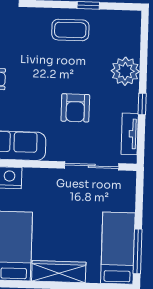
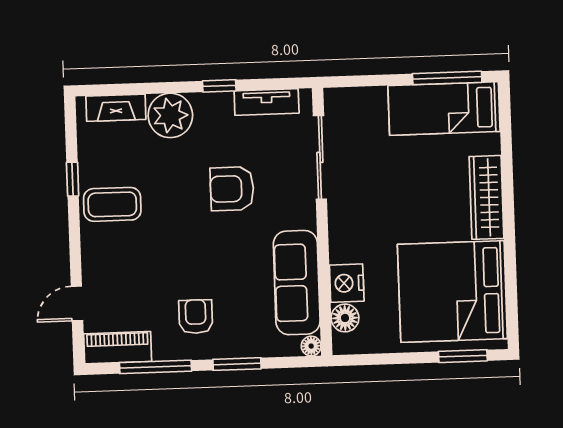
coffee table: (70, 30) -> (112, 204), turned 90
fireplace: (132, 36) -> (116, 108), added
armchair: (75, 108) -> (232, 189), turned 180

